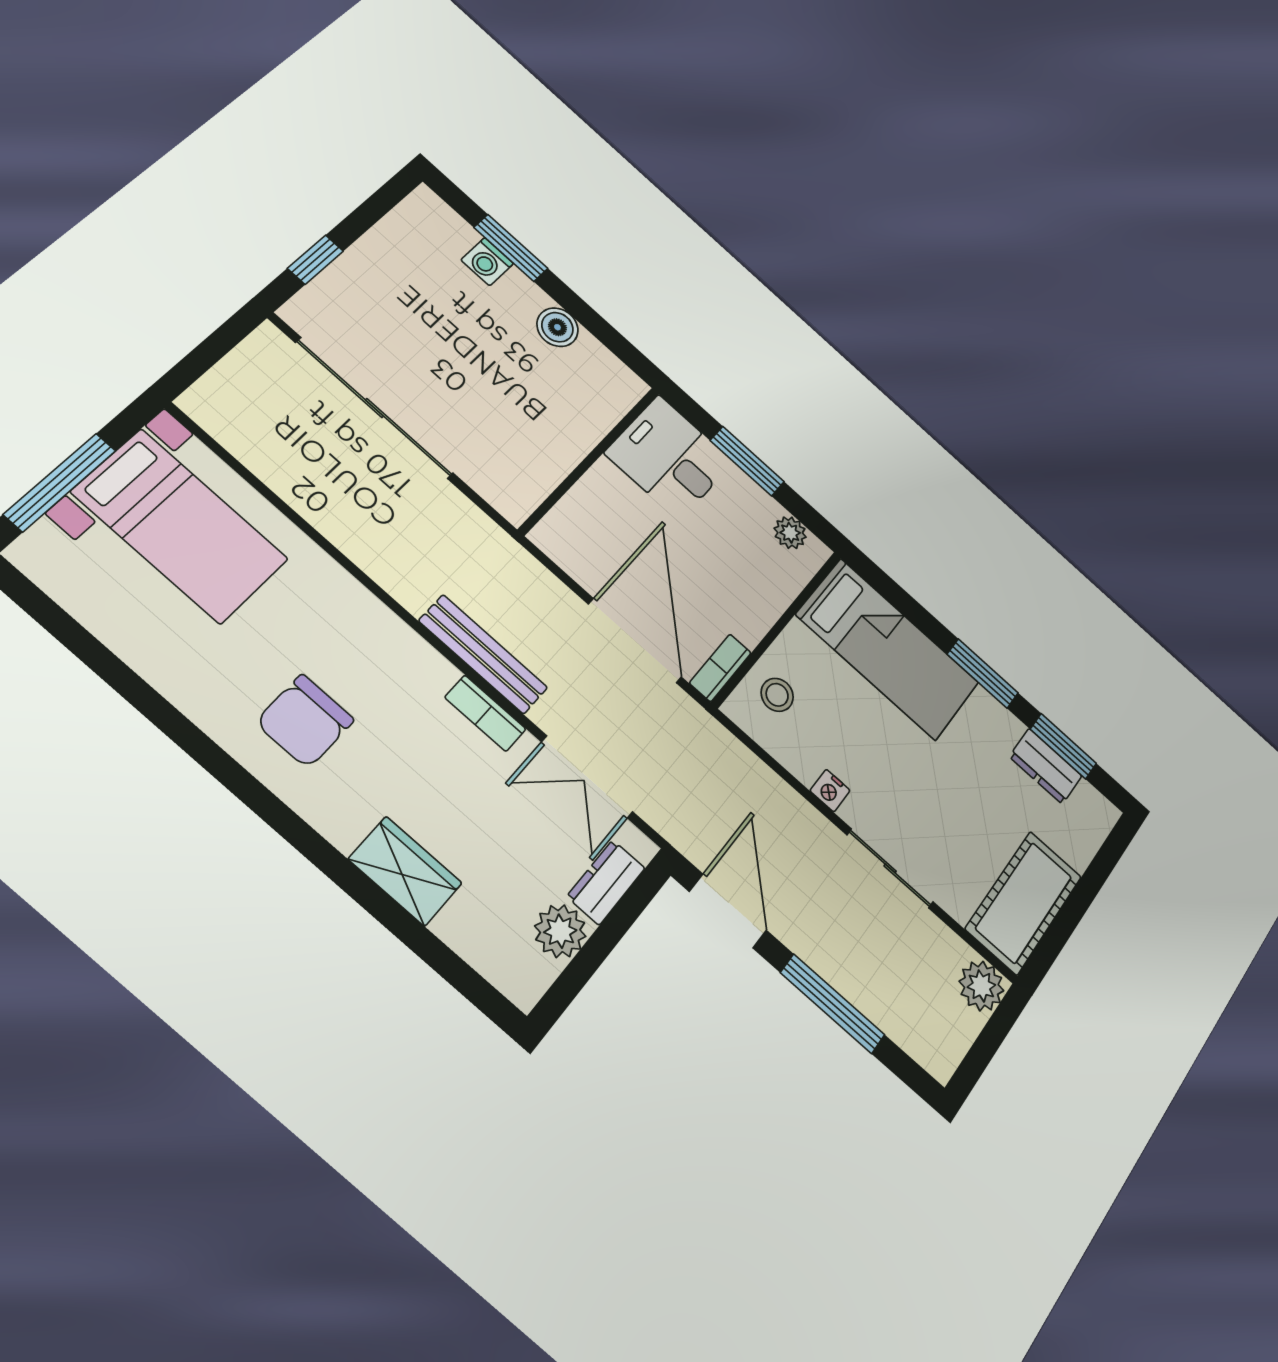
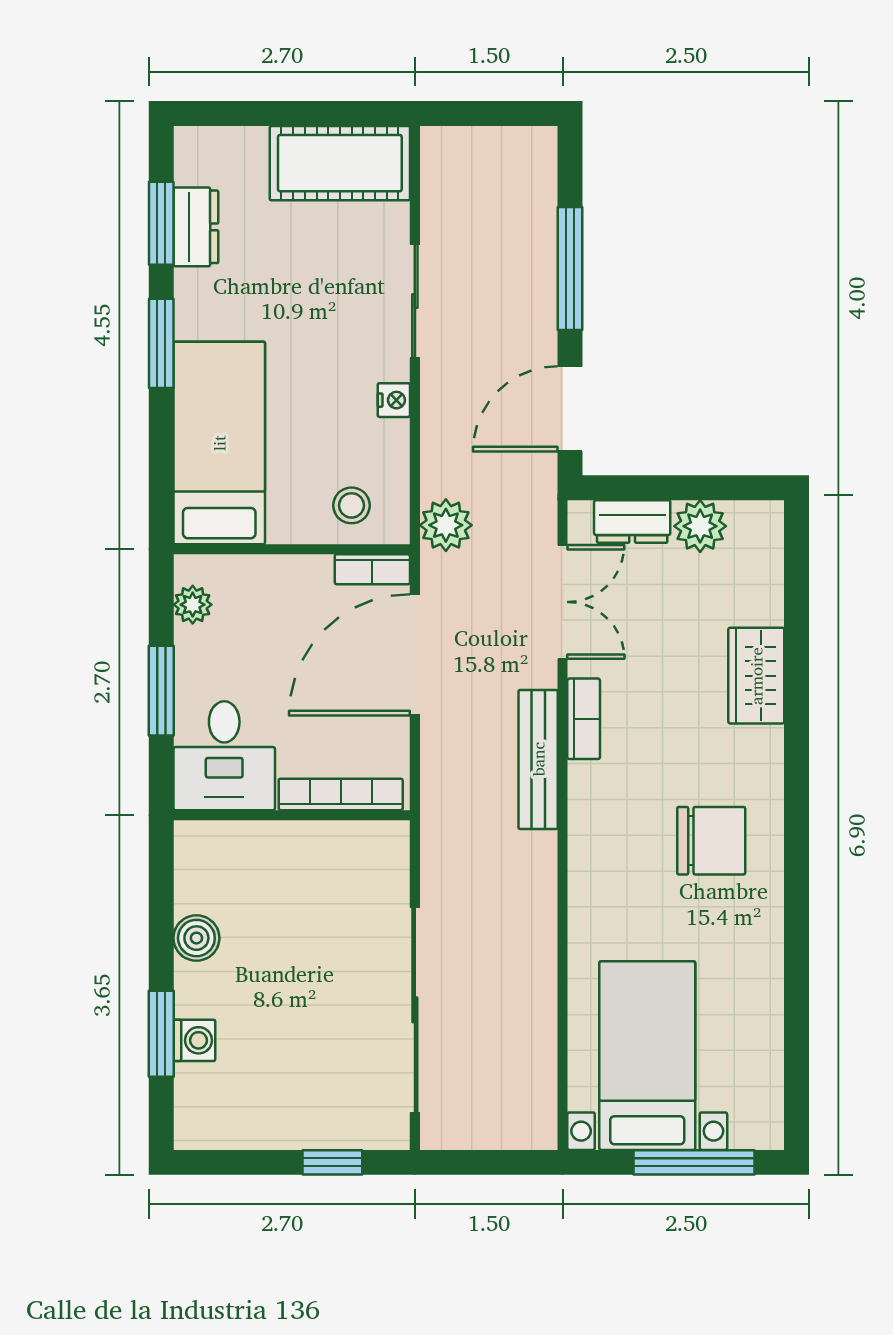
bookcase: (577, 503) -> (341, 794), added
plant: (981, 986) -> (446, 525), moved

